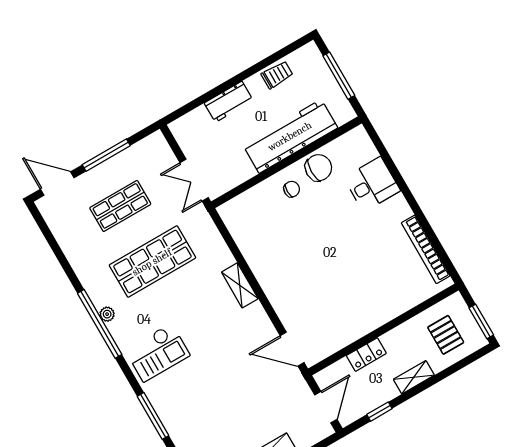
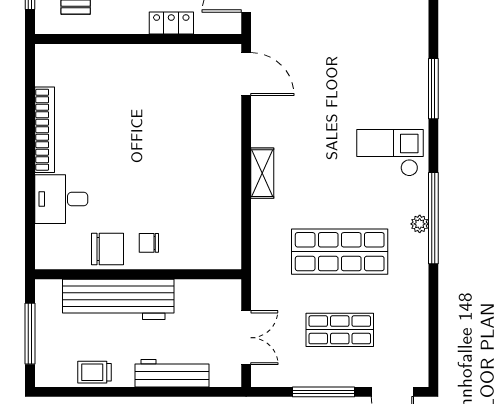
workbench: (229, 102) -> (172, 373), width x1.38
chair: (319, 168) -> (108, 249), turned 180
double door: (194, 180) -> (246, 338), moved
bookcase: (426, 249) -> (45, 130), moved

